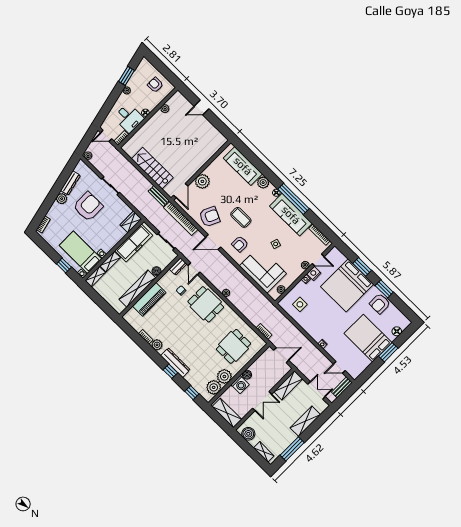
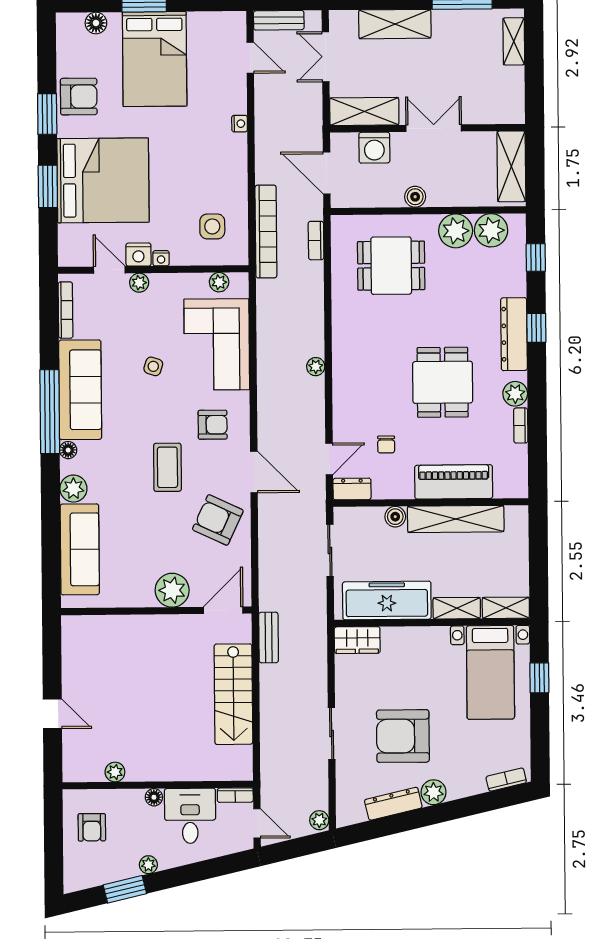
bookcase: (181, 219) -> (266, 231), moved
dining table: (206, 304) -> (443, 382), moved
washing machine: (240, 385) -> (374, 148), moved, turned 180
boiler: (248, 434) -> (510, 97), removed

